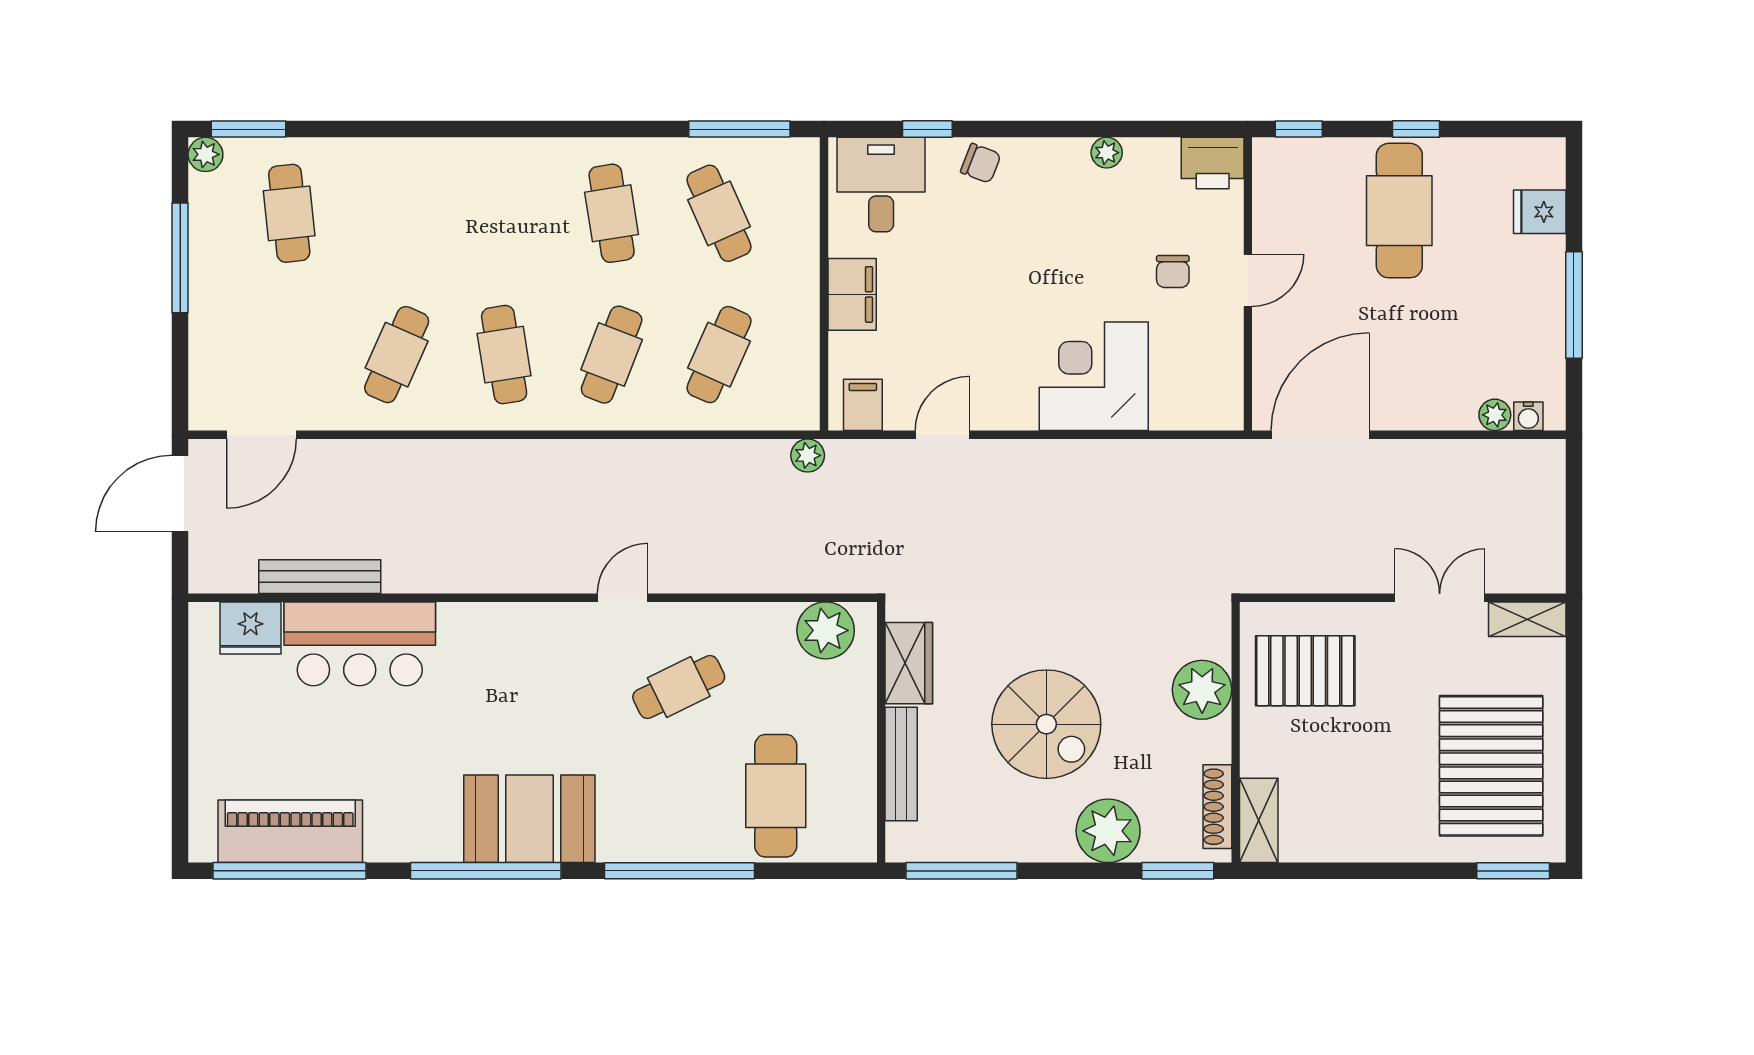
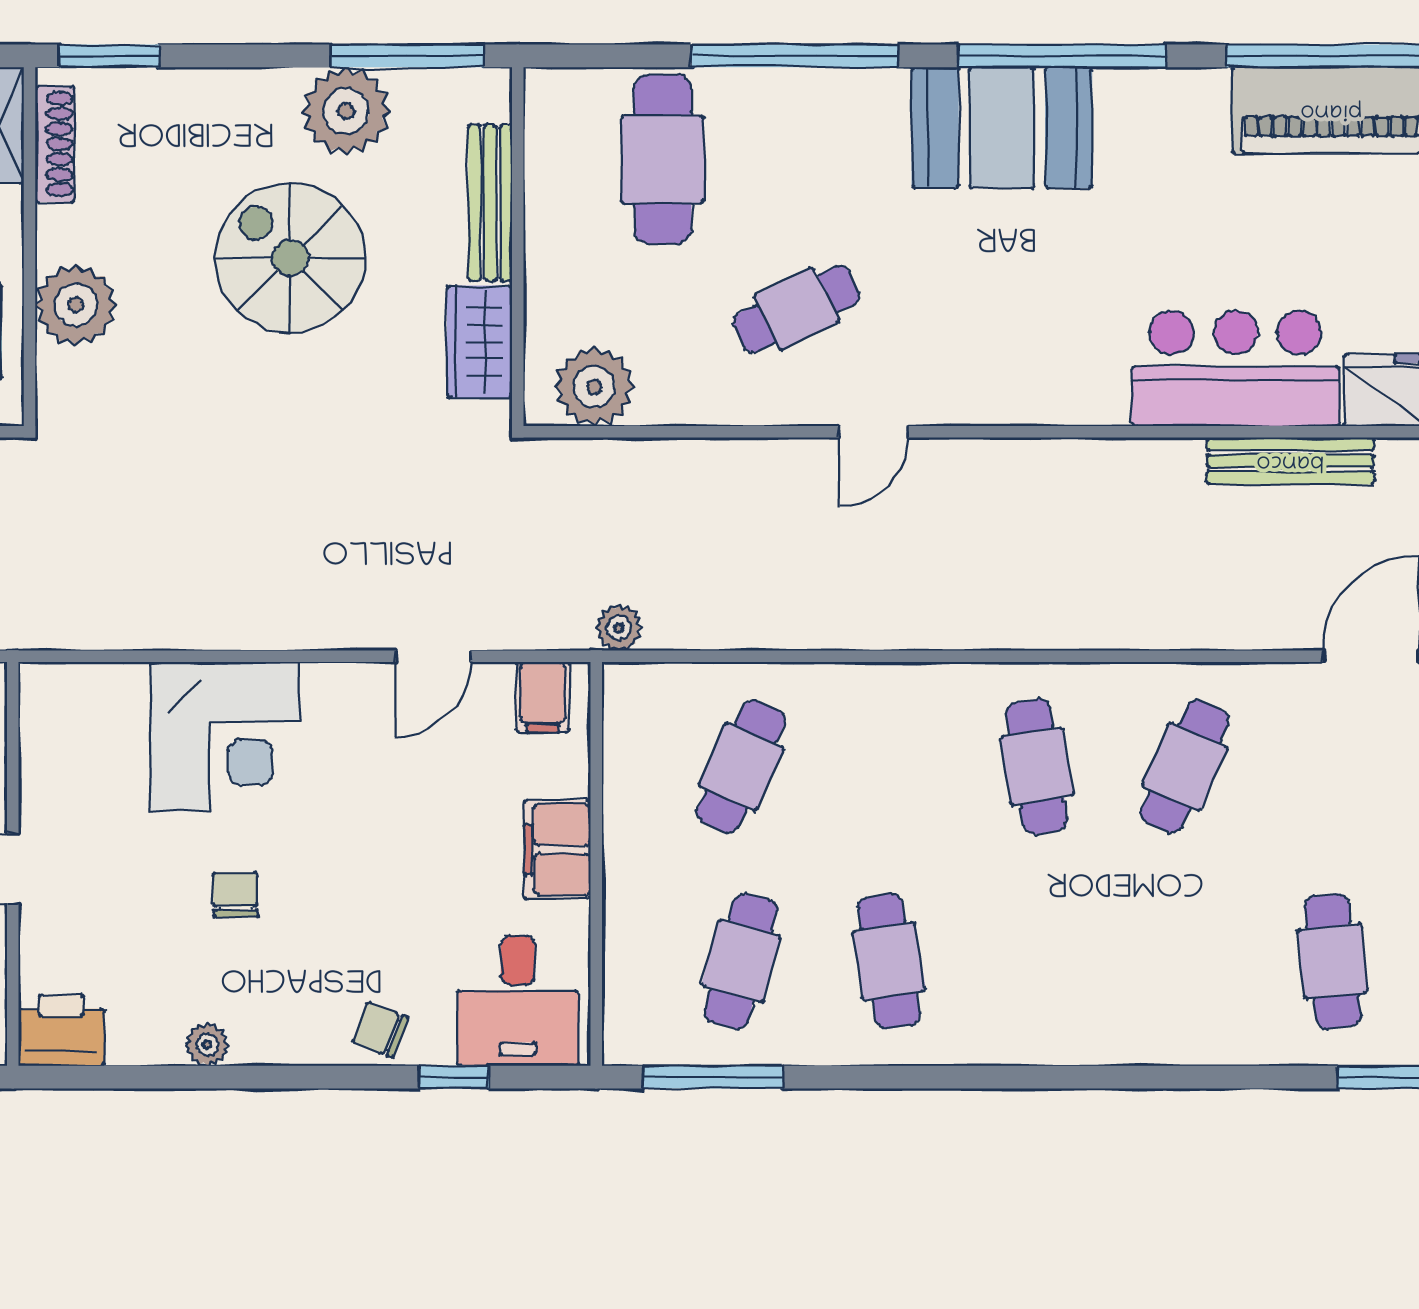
cafe table: (719, 213) -> (741, 961), turned 39
chair: (1173, 271) -> (236, 895), moved
cafe table: (612, 355) -> (889, 767), removed
plant: (1108, 831) -> (346, 111), moved

